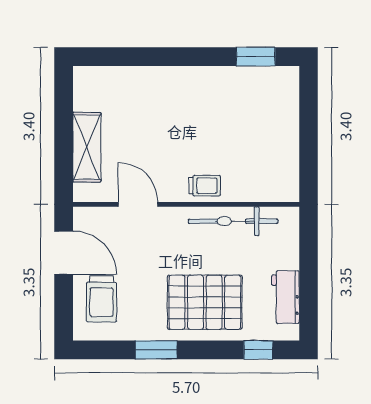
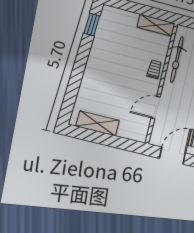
shelving: (87, 147) -> (98, 123), moved
shelving: (286, 169) -> (156, 25), added

